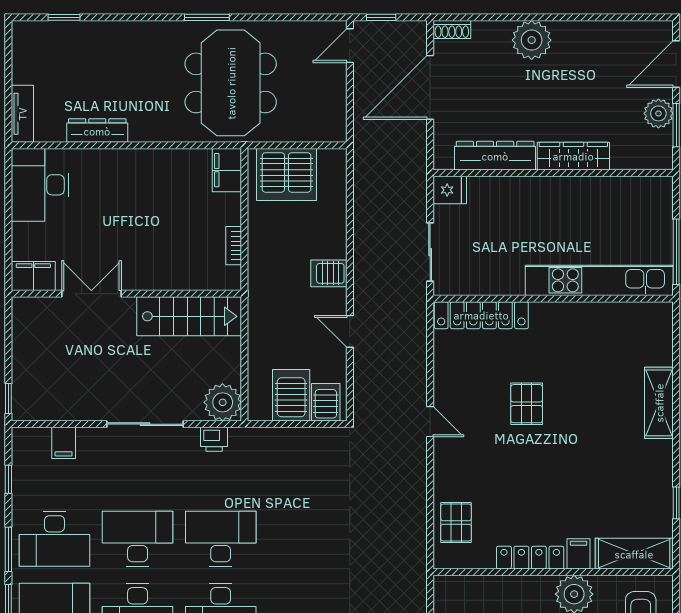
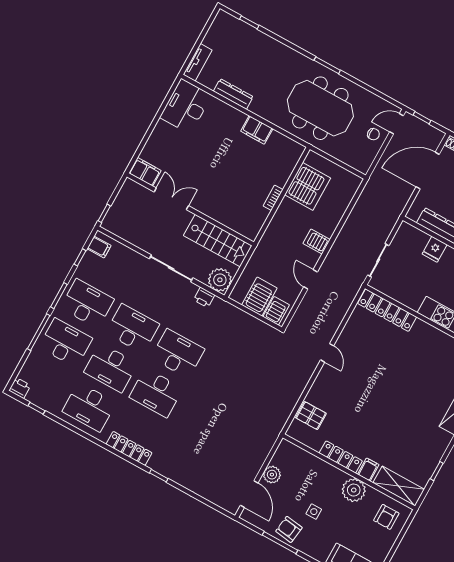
chair: (325, 78) -> (373, 134), added
meeting table: (231, 83) -> (320, 108), turned 90
filing cabinet: (227, 170) -> (257, 130), moved, turned -90
server rack: (287, 175) -> (308, 186), moved, turned -90
fridge: (450, 190) -> (435, 249), moved, turned 90
filing cabinet: (33, 276) -> (145, 172), moved
double door: (91, 294) -> (171, 199), moved
wall: (126, 294) -> (190, 209), moved
stairs: (189, 316) -> (218, 241), moved
pallet: (527, 404) -> (385, 372), removed
filing cabinet: (64, 443) -> (99, 247), moved, turned -90
pallet: (456, 523) -> (311, 416), turned 90
desk: (54, 539) -> (87, 304), turned 180

